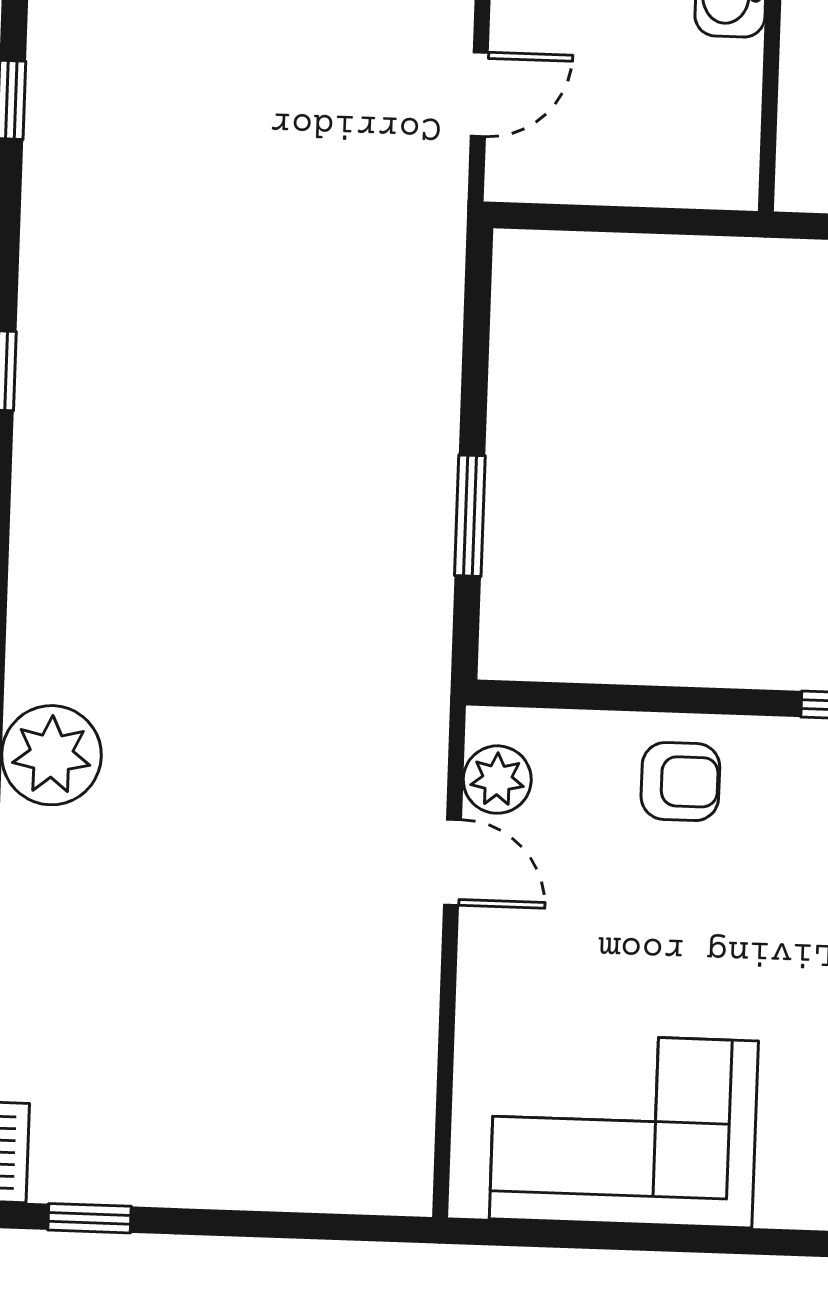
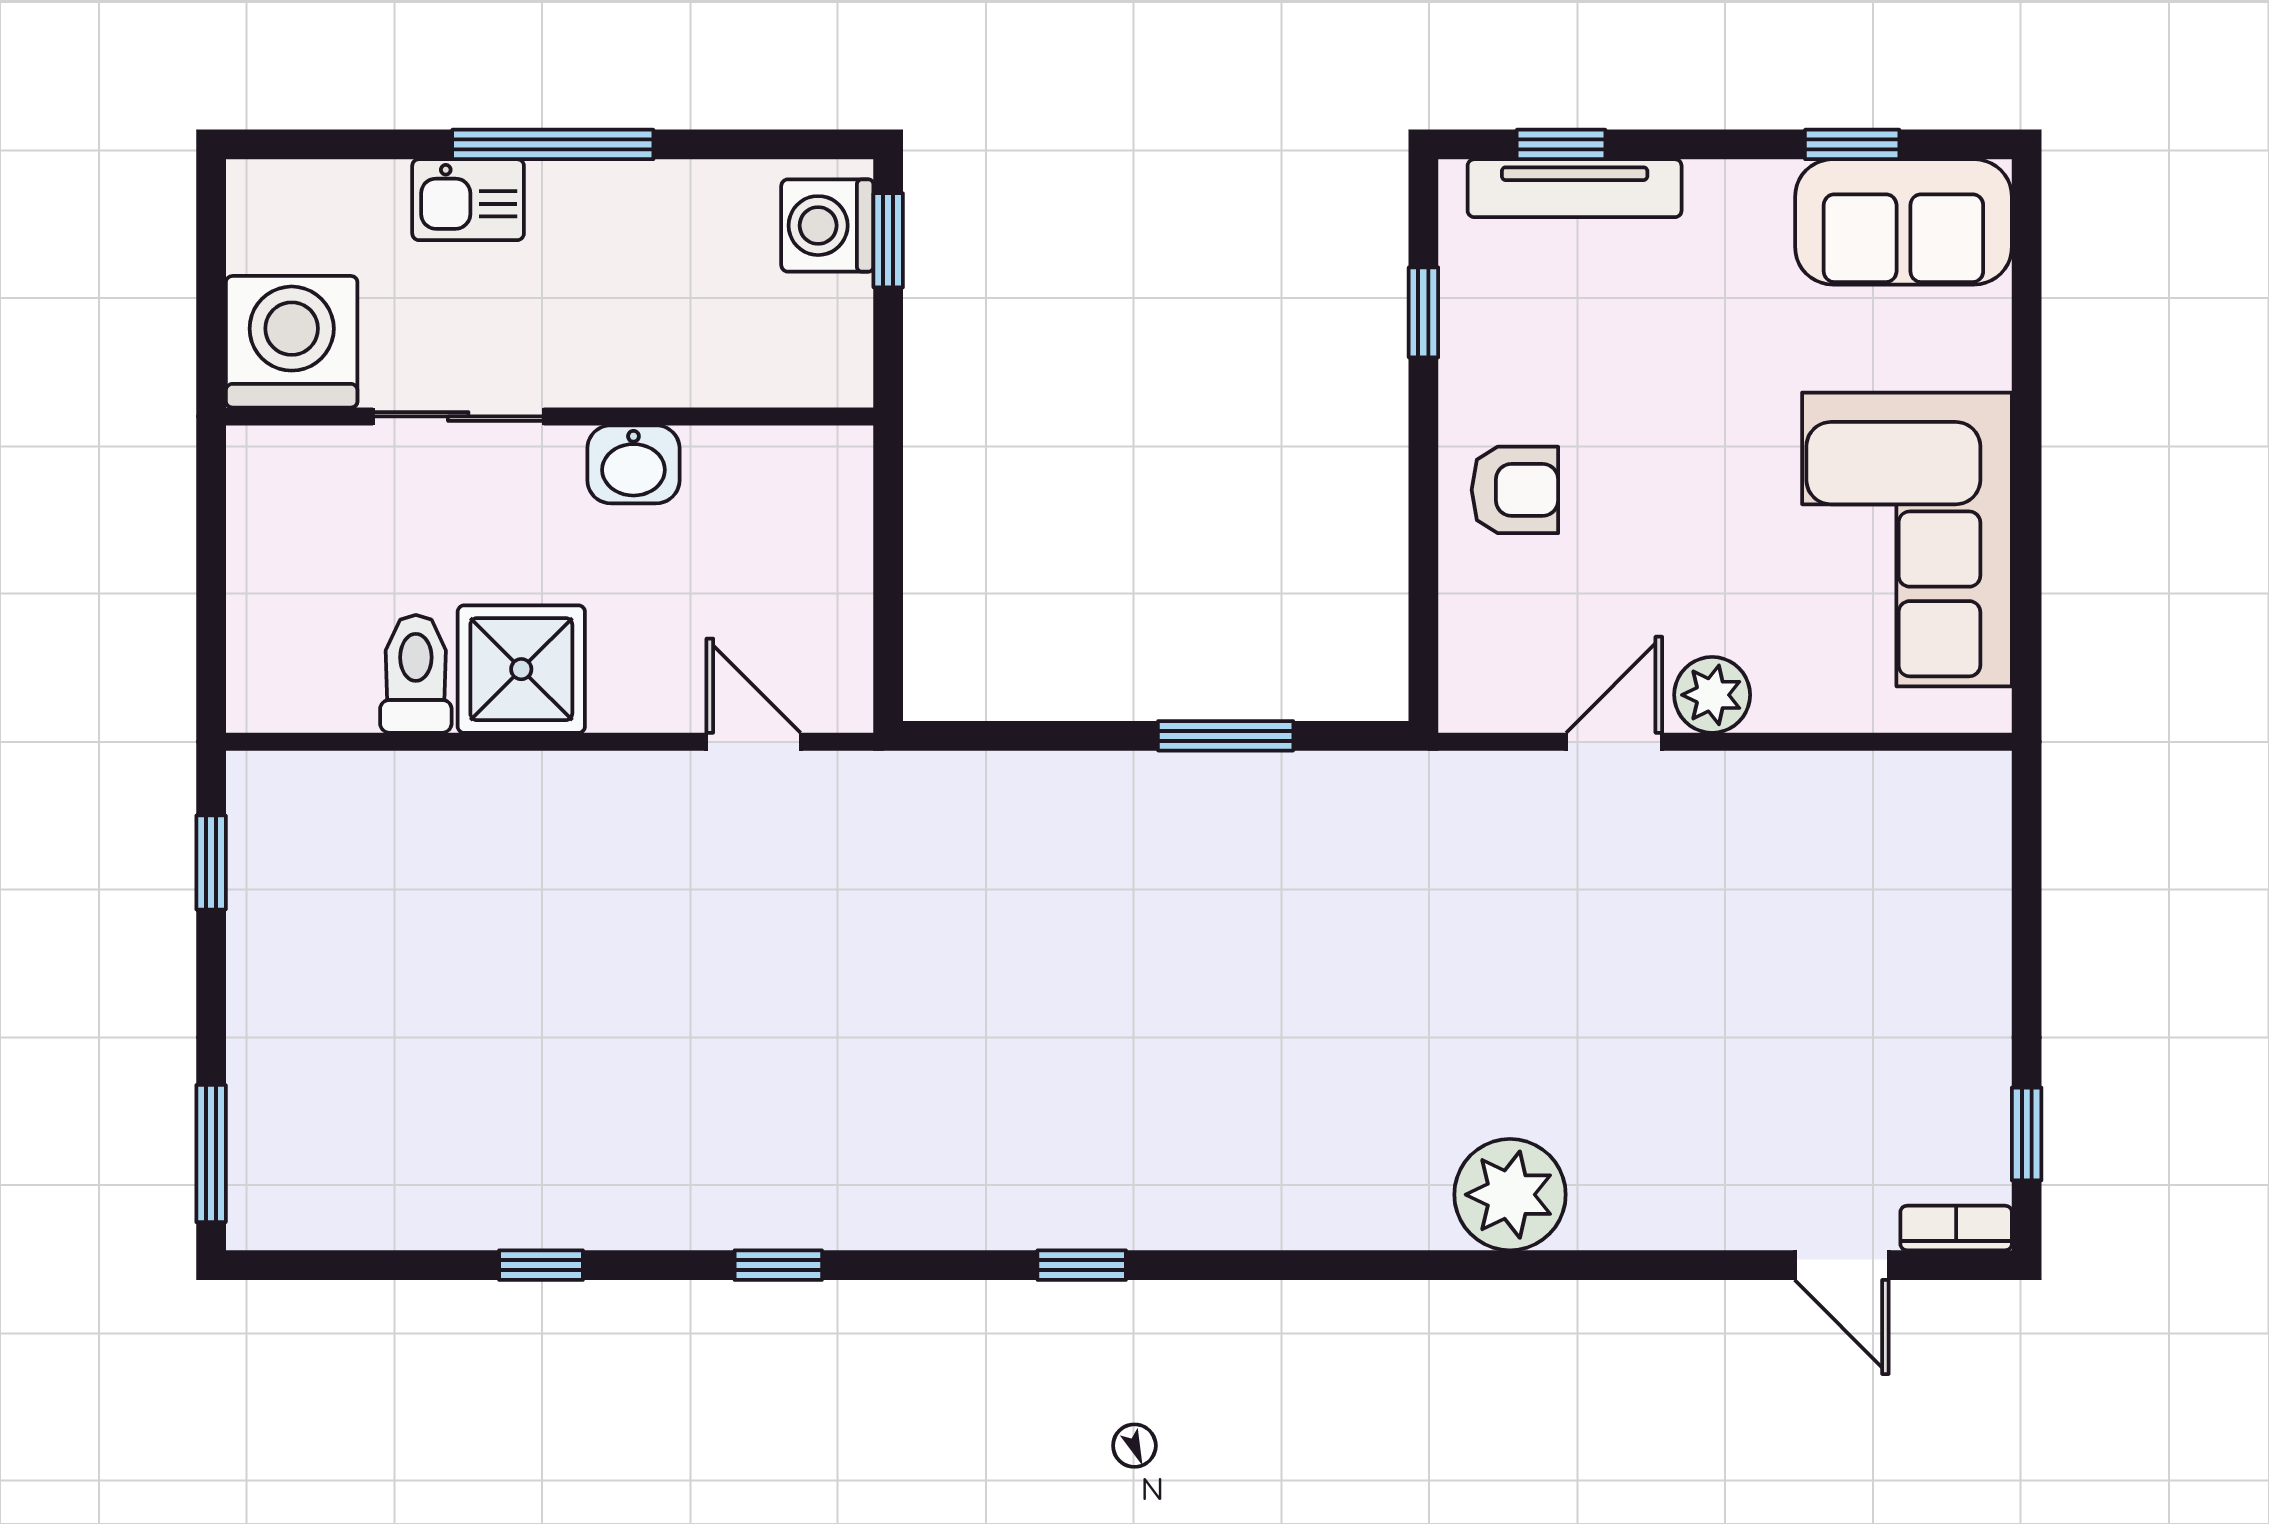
plant: (497, 780) -> (1712, 695), moved
armchair: (680, 782) -> (1515, 490), turned 90

